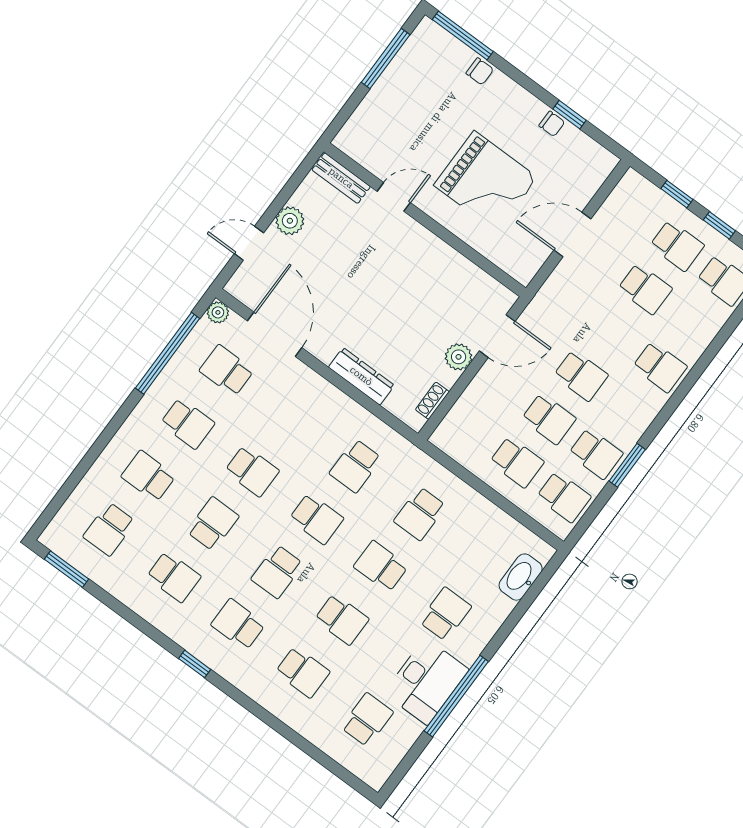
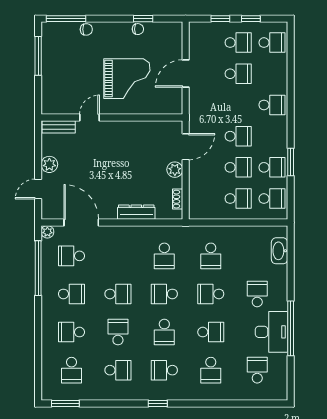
school desk: (316, 519) -> (164, 294), turned 180
school desk: (303, 672) -> (211, 370), turned 90

